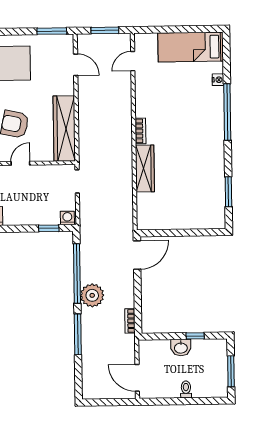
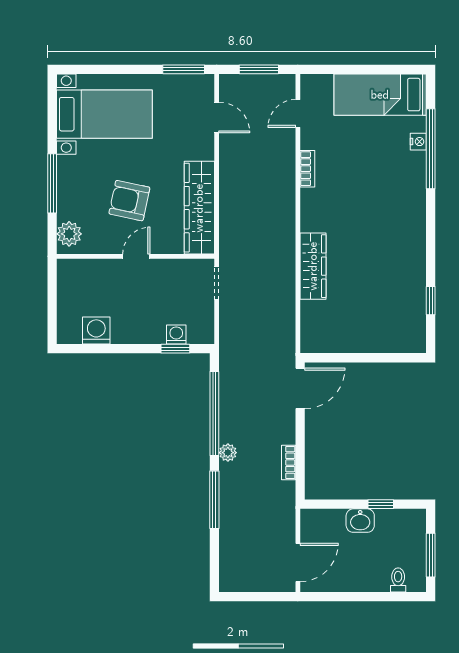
window: (227, 112) -> (431, 149), moved
bookcase: (141, 131) -> (307, 169), moved
window: (228, 192) -> (431, 301), width x0.67
washing machine: (67, 218) -> (176, 335), moved
plant: (92, 295) -> (228, 453), width x0.53, depth x0.53
bookcase: (130, 321) -> (289, 462), moved
door: (137, 378) -> (298, 562), swing flipped
toilet: (186, 389) -> (398, 580), moved

